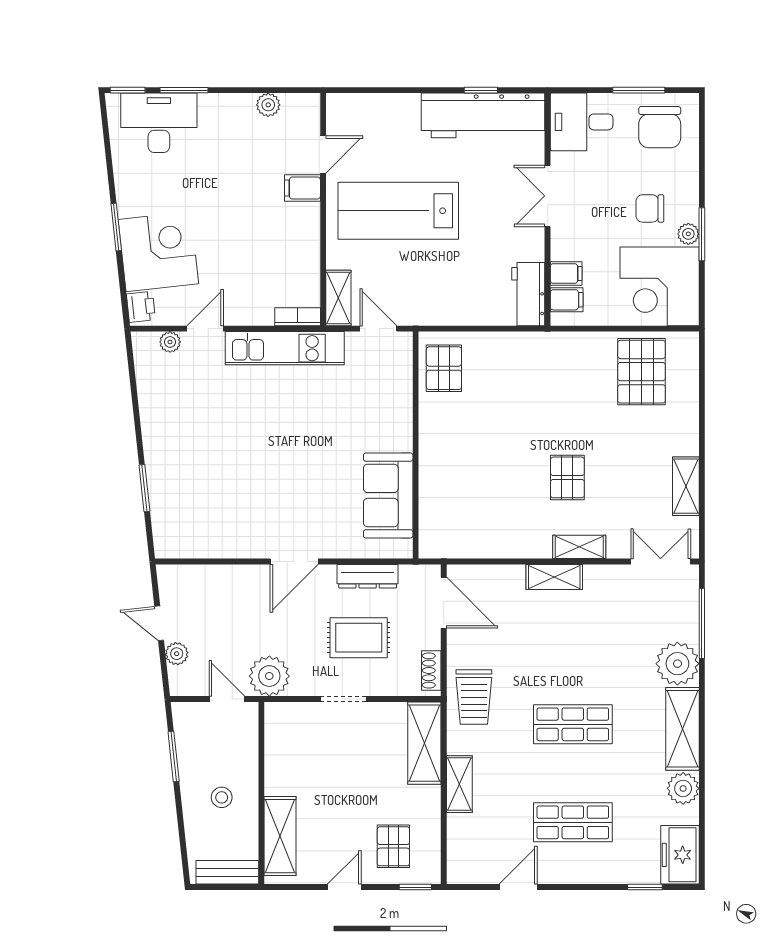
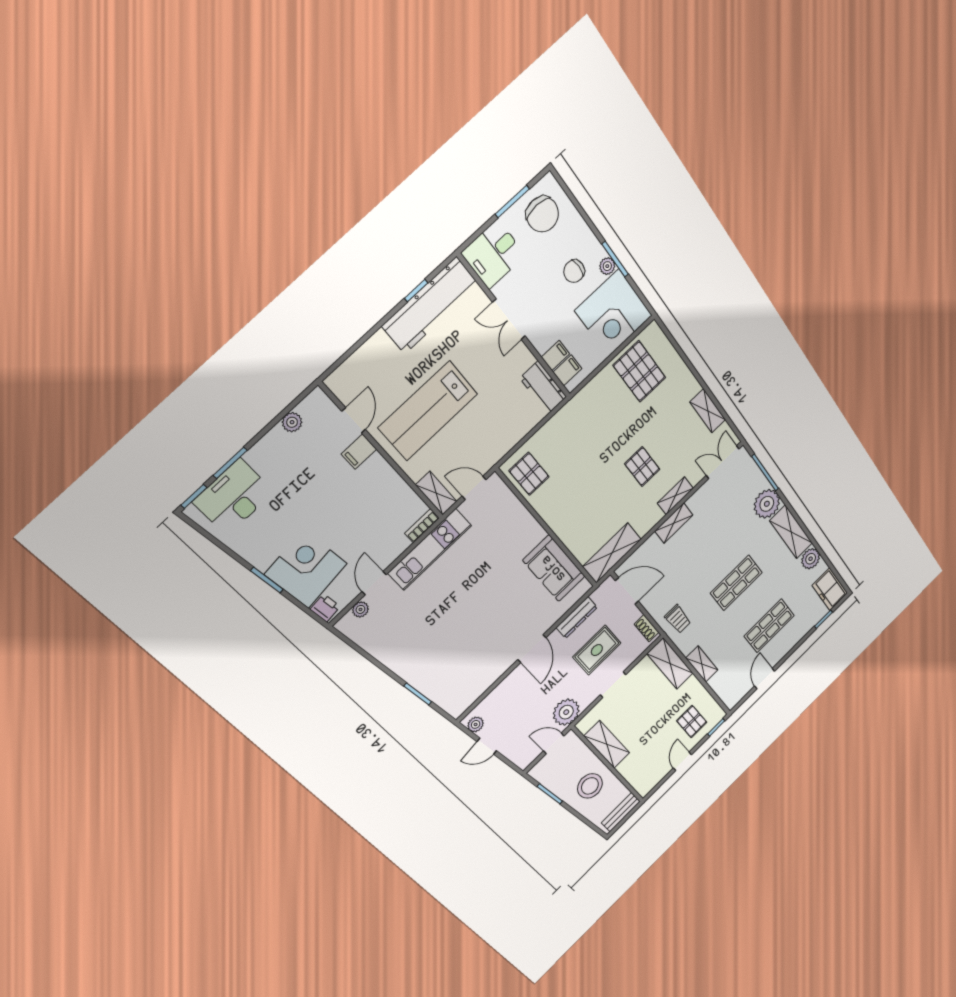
shelving: (461, 542) -> (612, 553), added
plant: (177, 654) -> (476, 724), moved
trolley: (474, 697) -> (678, 619), width x0.73, depth x0.72
stool: (222, 797) -> (590, 786), width x1.89, depth x1.89
shelving: (280, 836) -> (607, 744), moved

